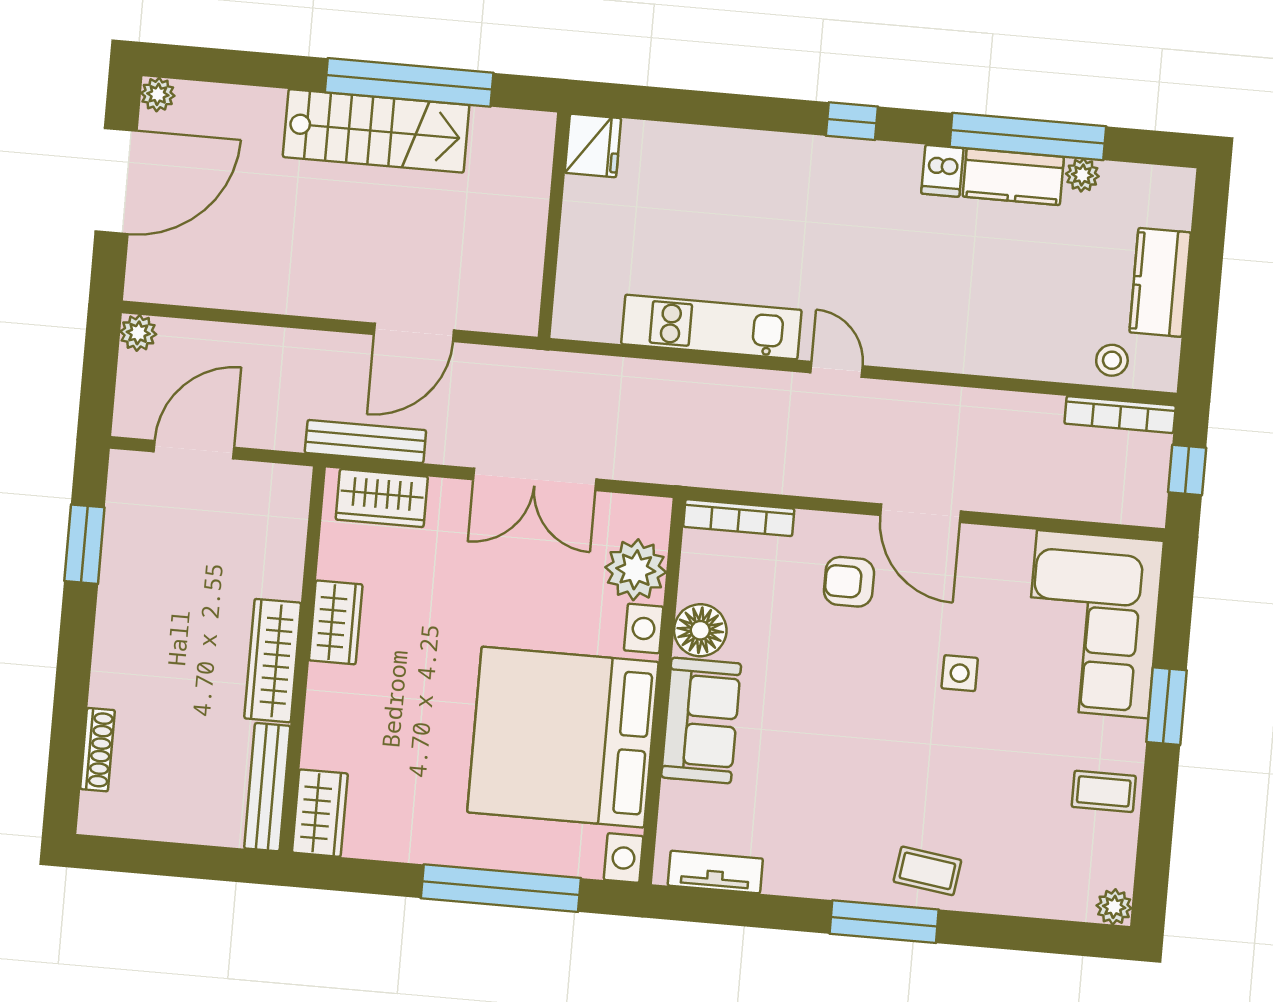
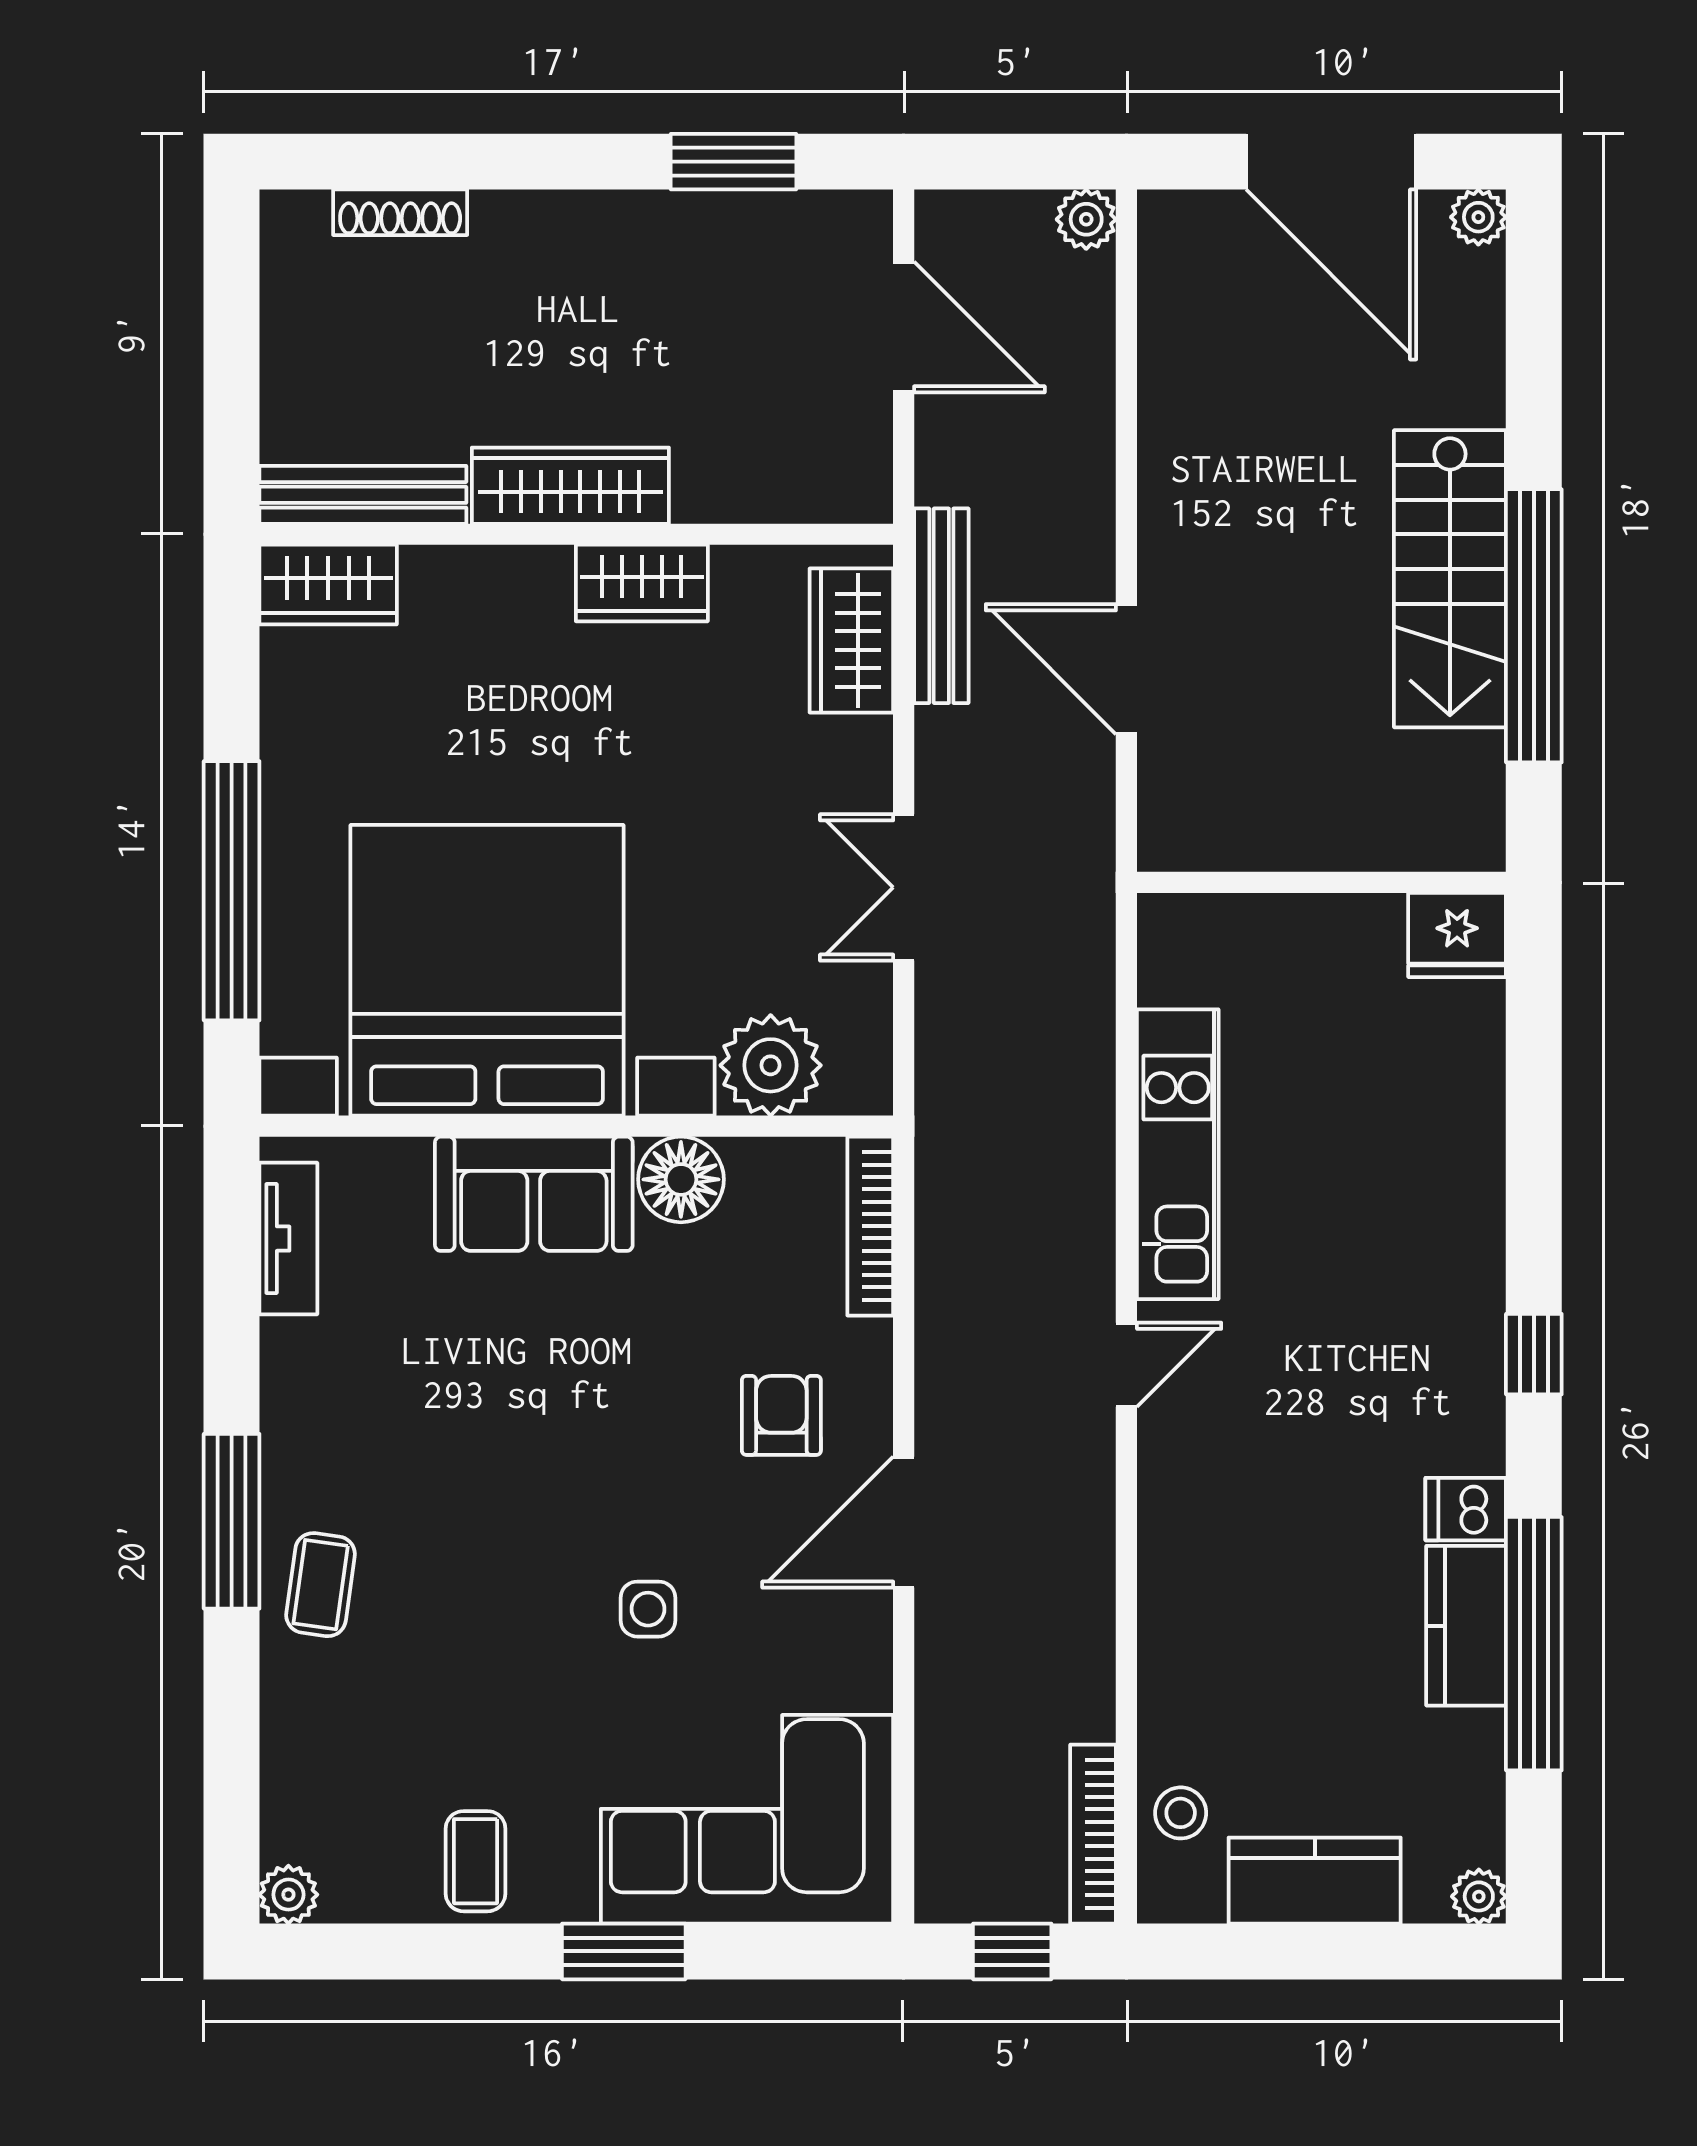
plant: (1082, 175) -> (1479, 1896), moved
double door: (535, 479) -> (904, 887), width x0.73

